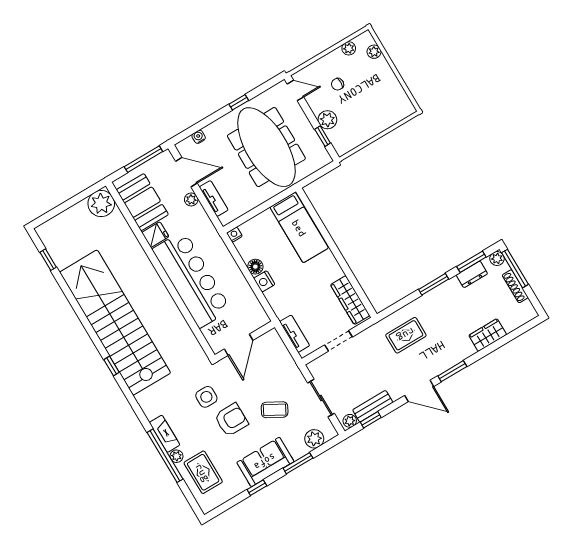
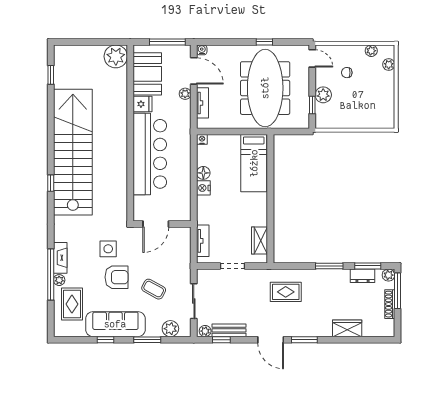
water cooler: (199, 137) -> (202, 50), moved
wardrobe: (350, 300) -> (260, 241), width x0.67
sofa: (265, 462) -> (115, 324), width x1.36

